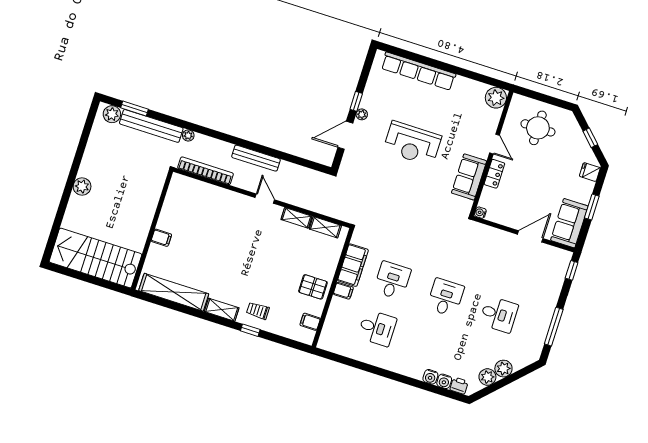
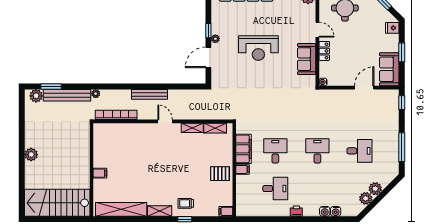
filing cabinet: (310, 322) -> (226, 211), moved
printer: (459, 386) -> (296, 211), moved

